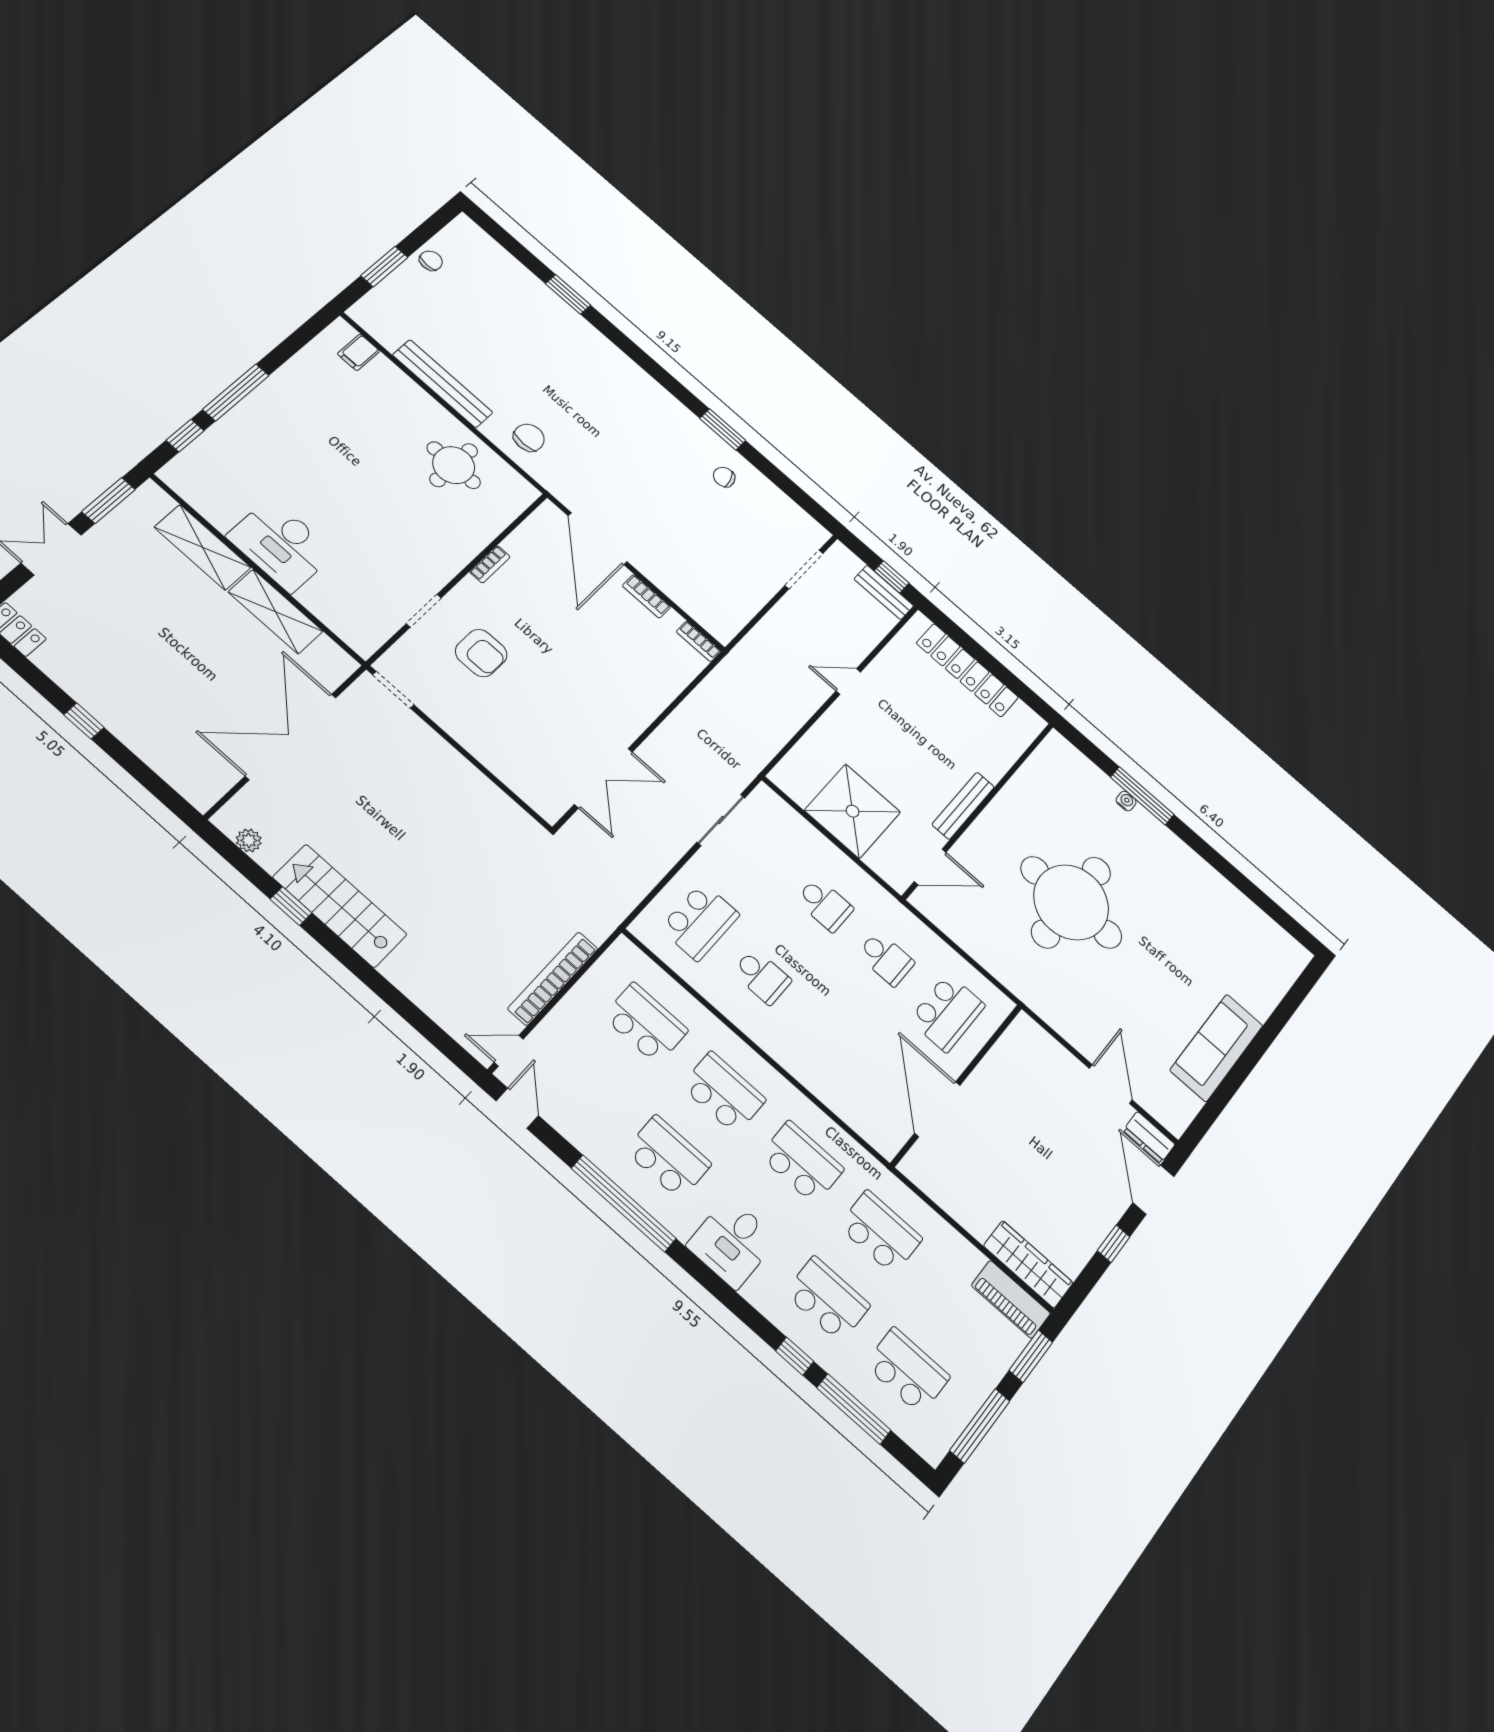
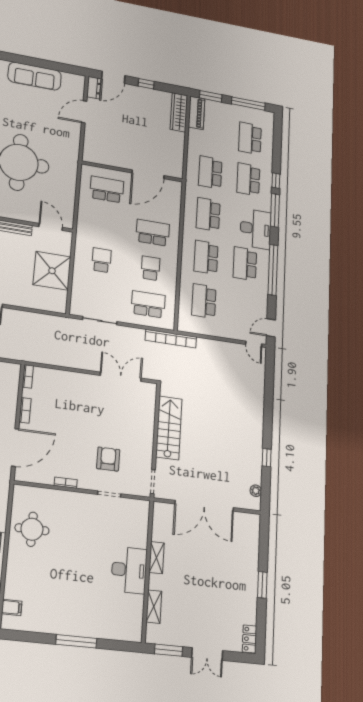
window: (185, 436) -> (114, 645), removed
shelving: (203, 547) -> (154, 607), width x0.67, depth x0.75
shelving: (276, 612) -> (157, 558), width x0.67, depth x0.75
window: (84, 721) -> (262, 585), width x1.50
stairs: (340, 906) -> (169, 428), moved, turned 180
school desk: (886, 958) -> (153, 233), moved, width x1.85
bookcase: (553, 979) -> (171, 339), moved
desk: (732, 1242) -> (256, 229), width x1.37
window: (854, 1409) -> (275, 210), moved

